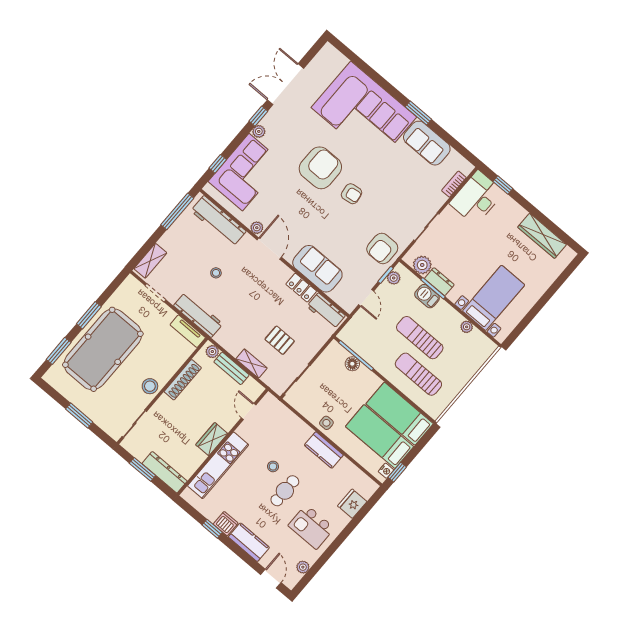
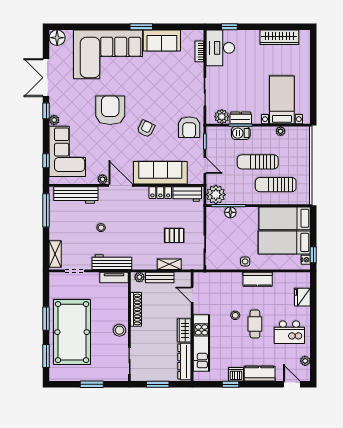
floor lamp: (329, 55) -> (57, 38), added
armchair: (352, 194) -> (146, 129), moved, turned -56
sofa: (317, 269) -> (160, 173), width x1.36
plant: (394, 278) -> (216, 195), moved, width x1.88, depth x1.88
dresser: (165, 472) -> (184, 362), moved, turned -90

